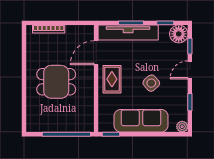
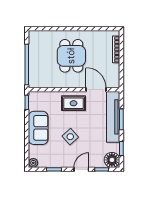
door: (190, 70) -> (81, 169), hinge flipped
sofa: (141, 121) -> (38, 128), width x0.73

